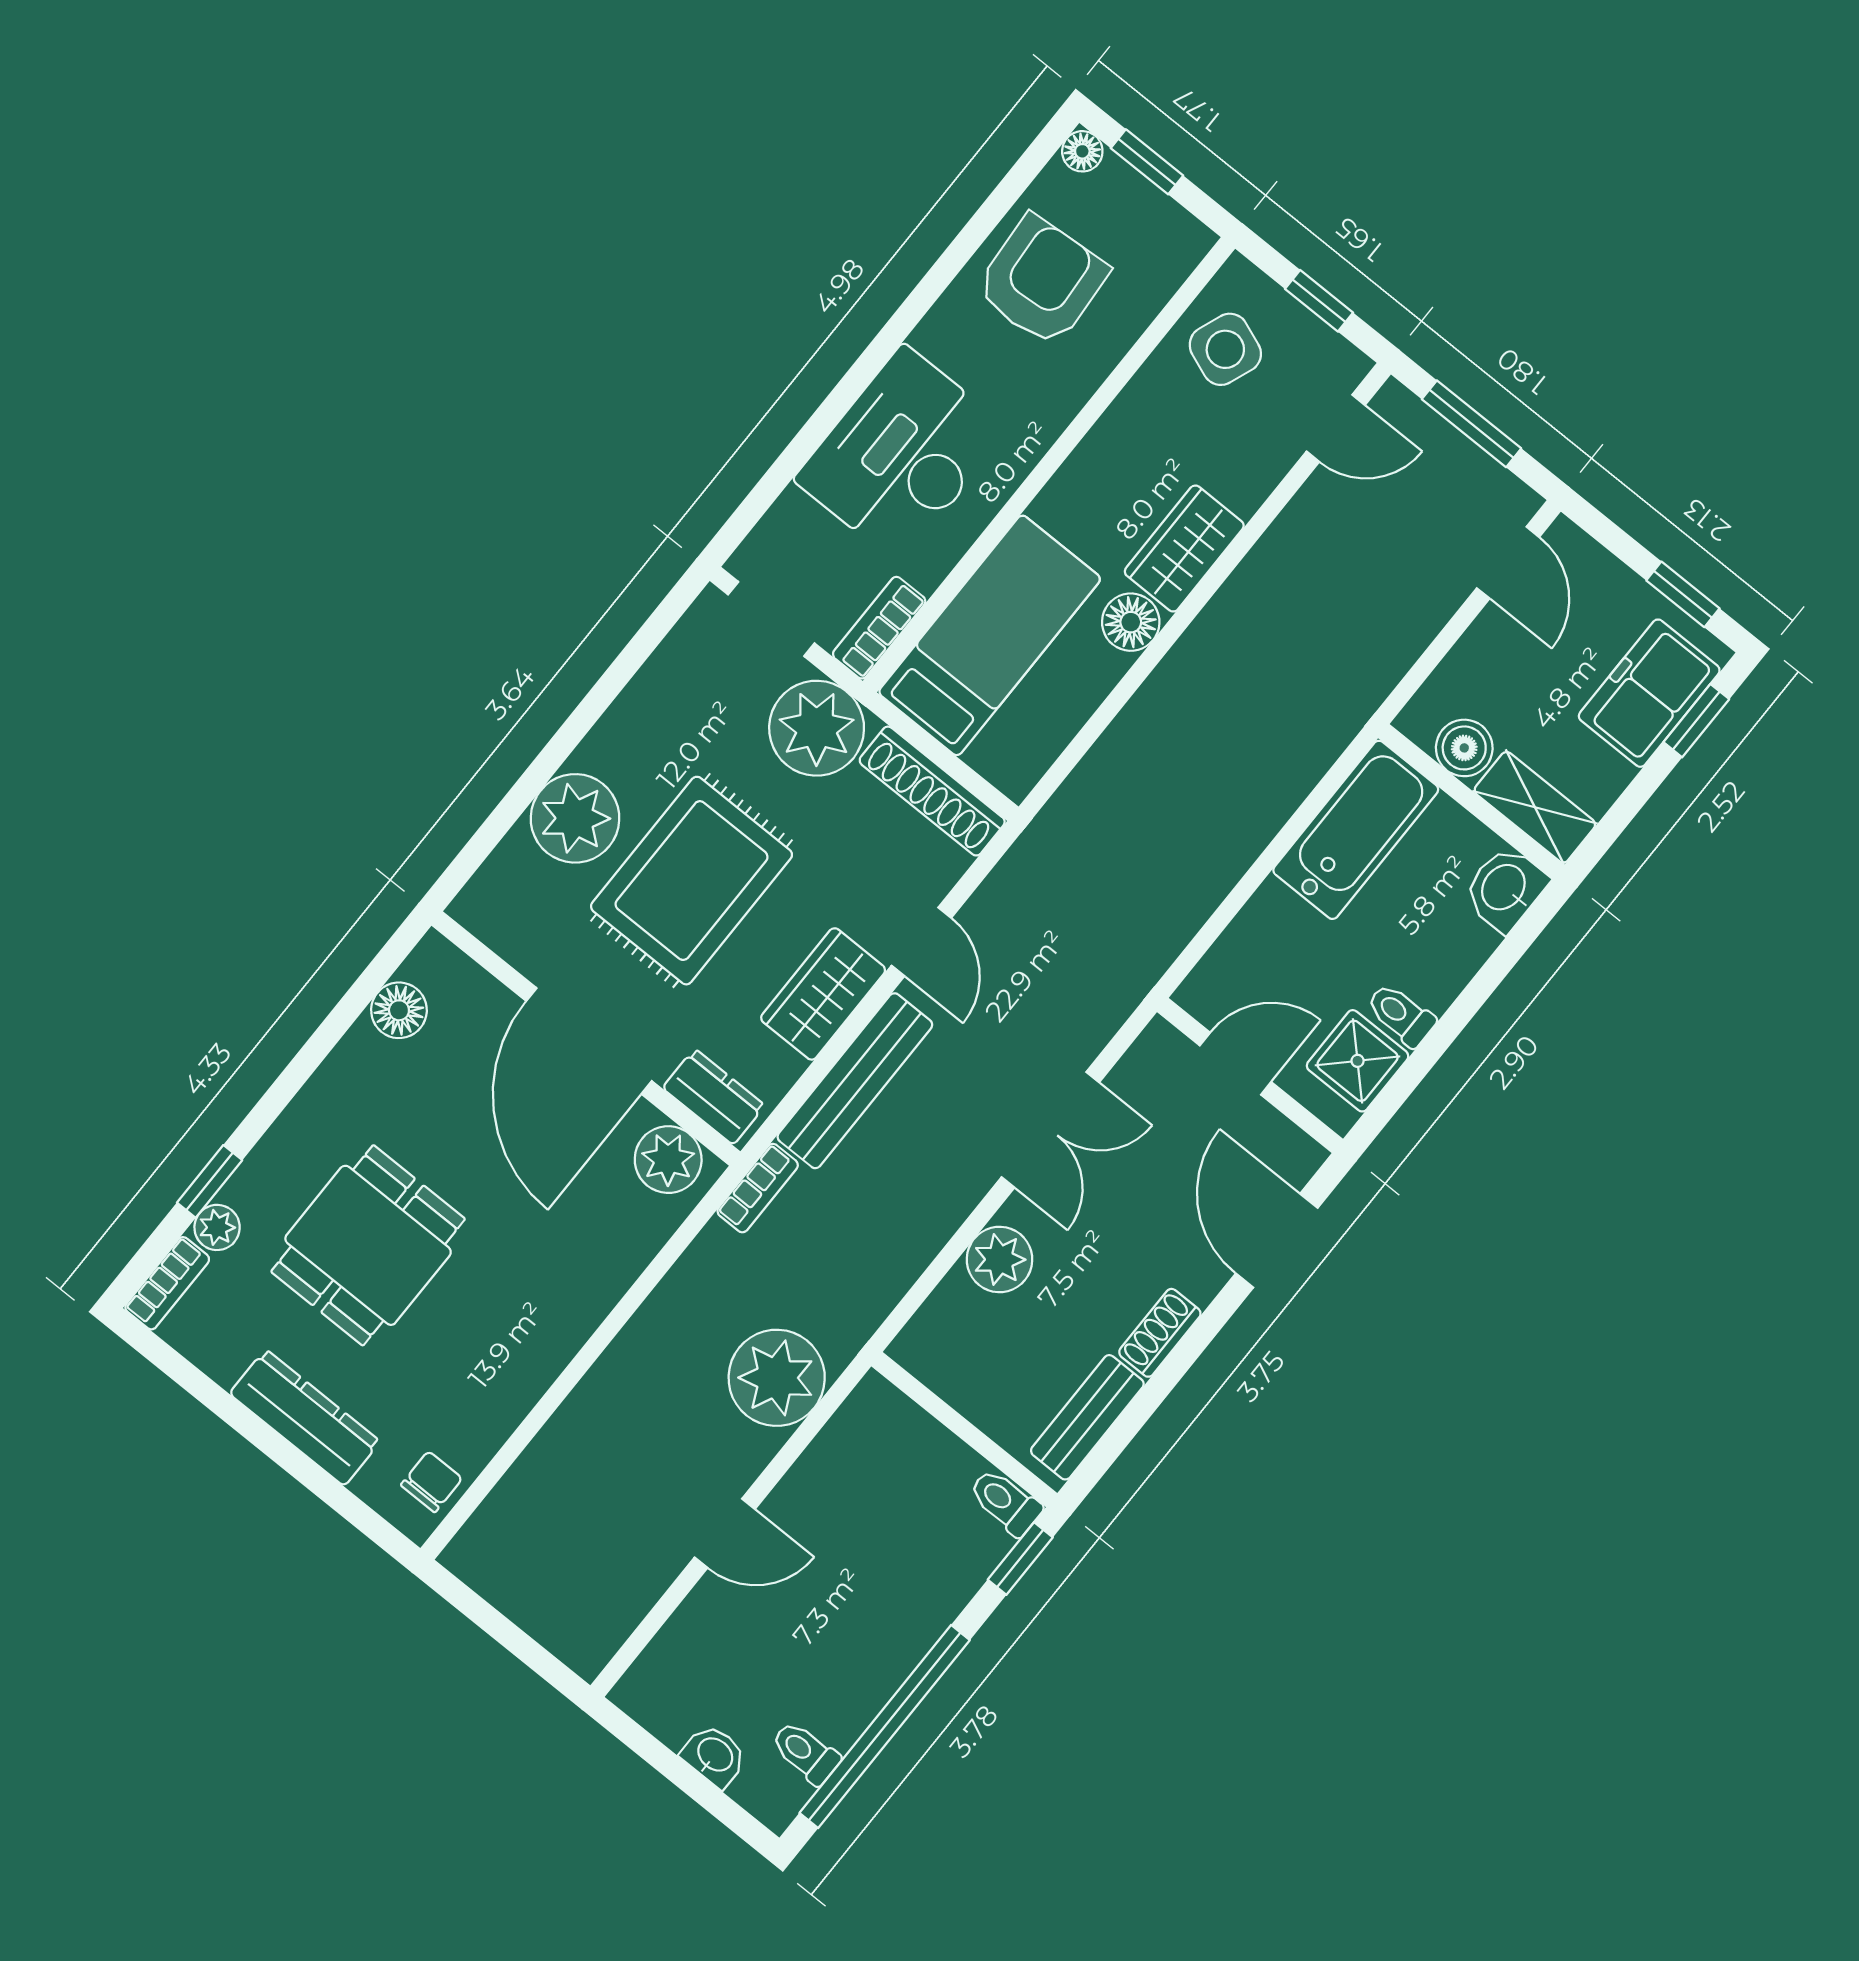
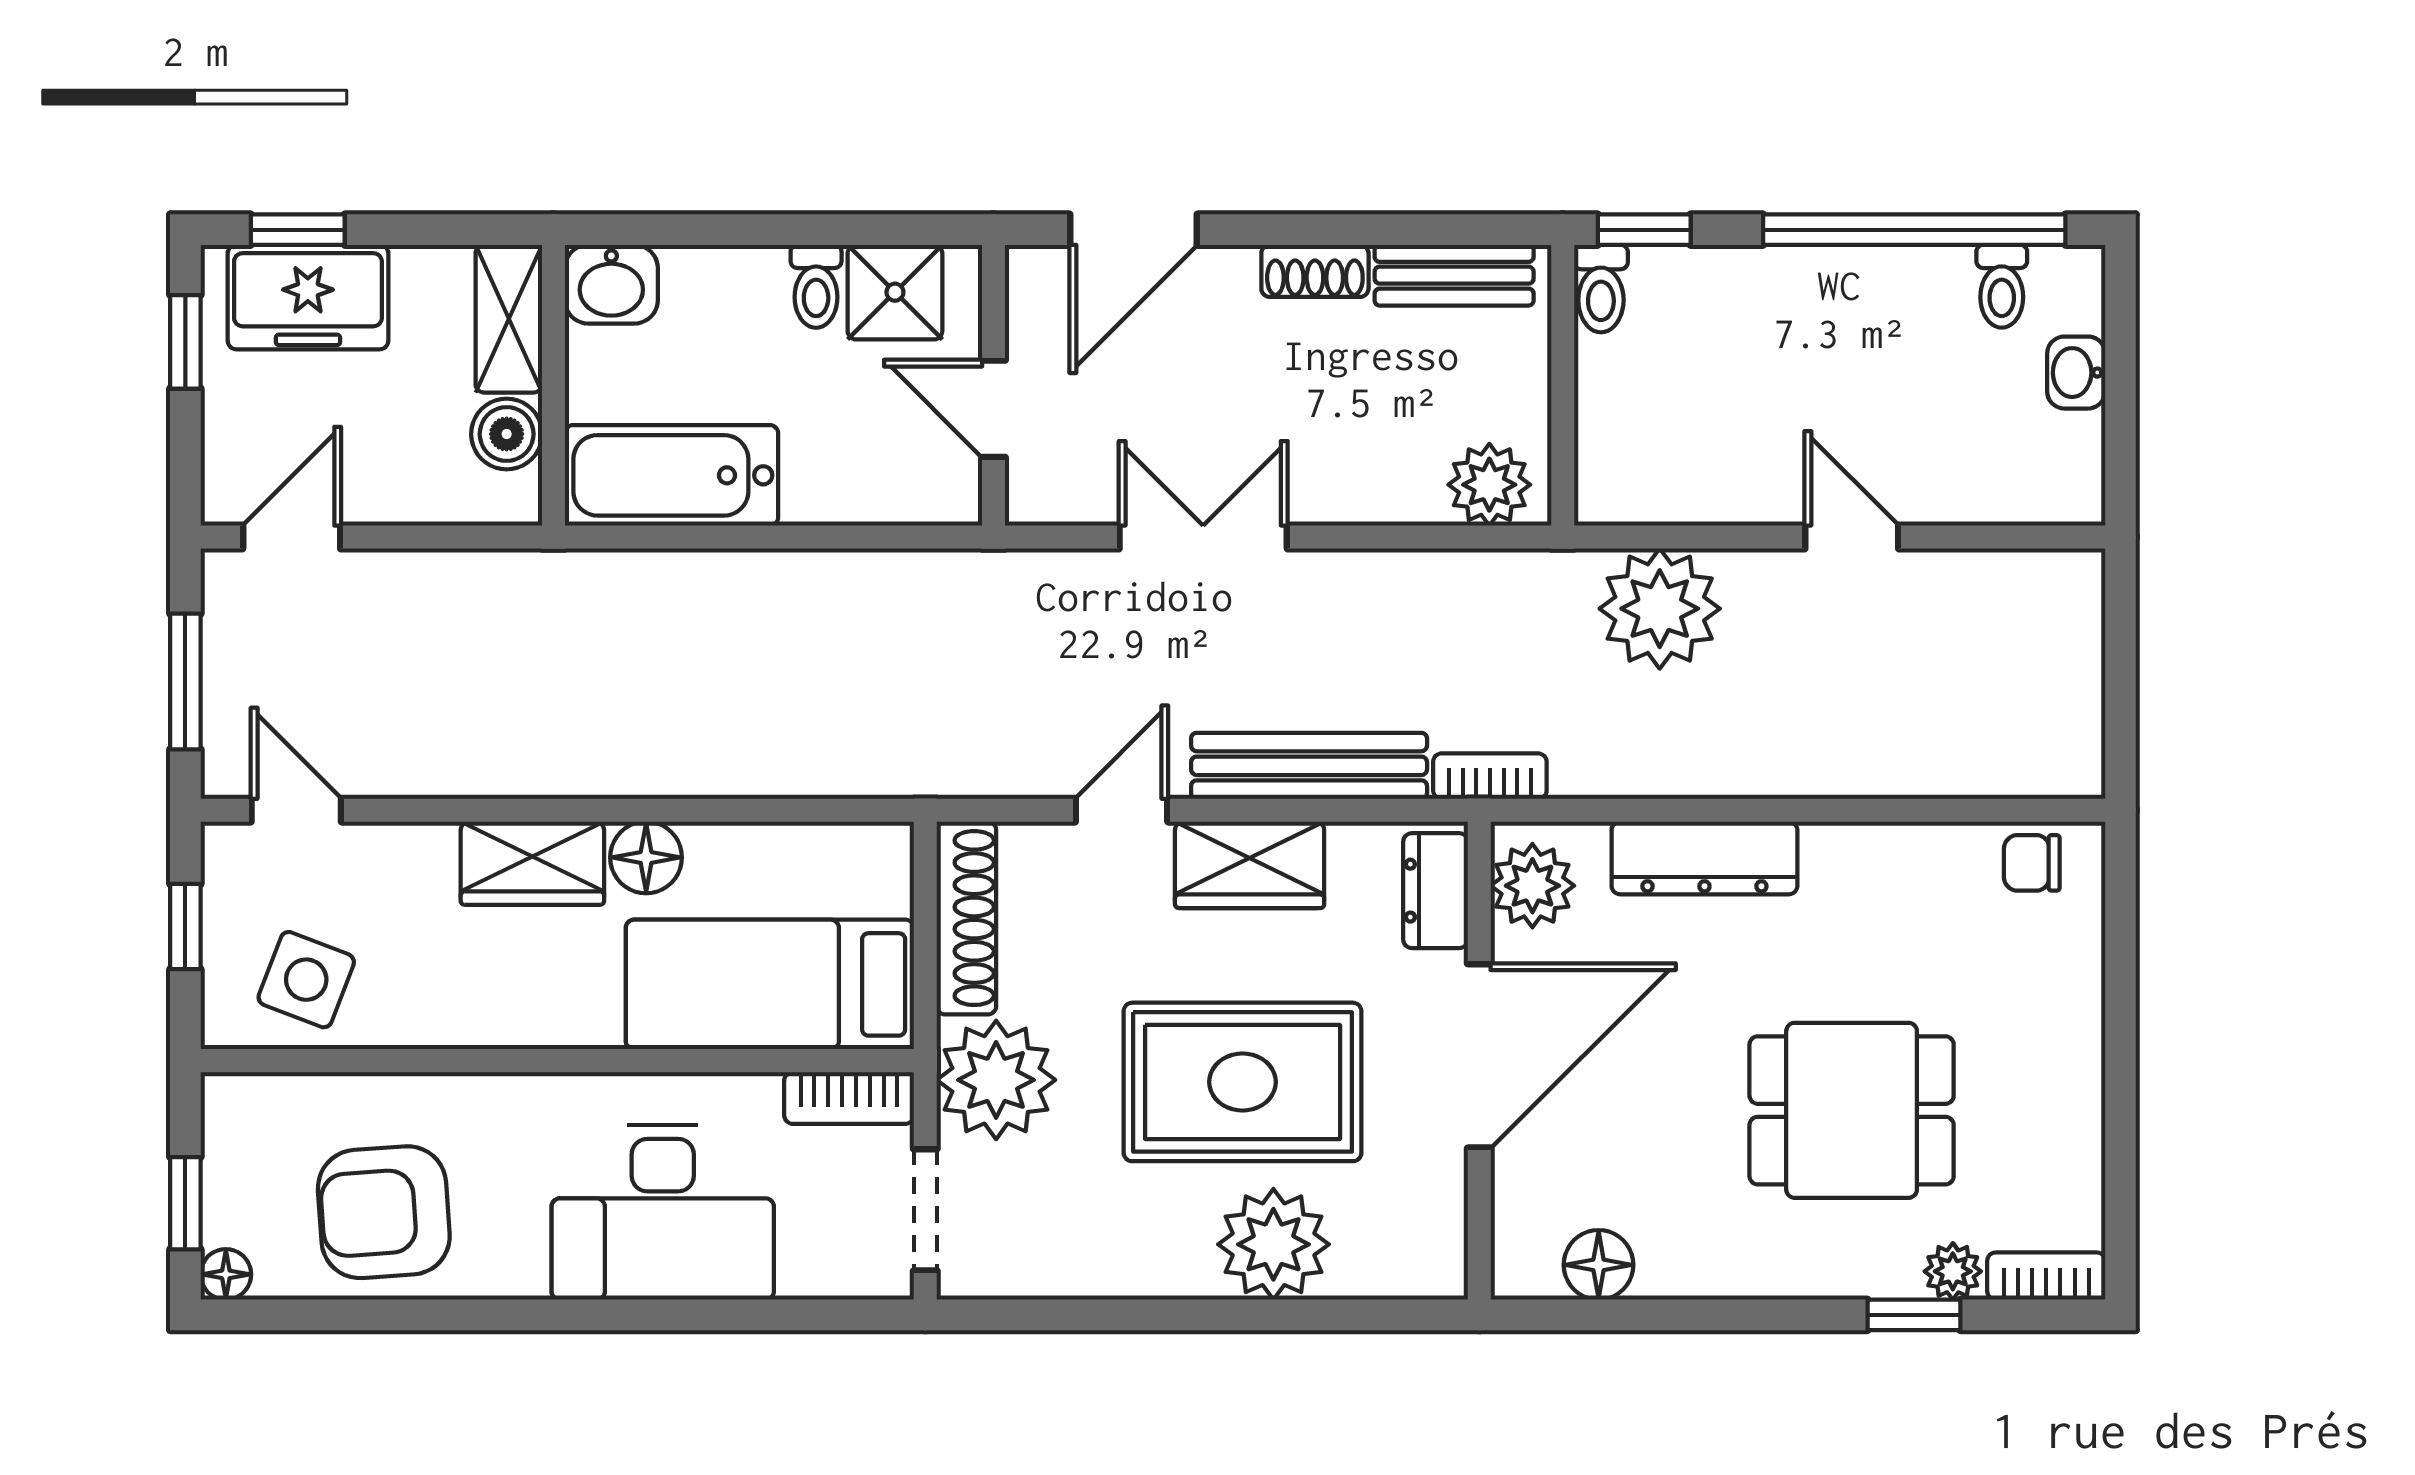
plant: (999, 1259) -> (1489, 485), moved
dresser: (305, 1418) -> (1704, 858), moved, turned -90

